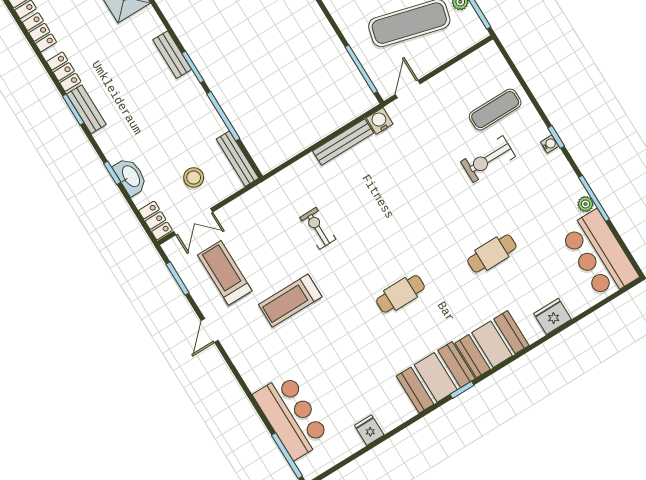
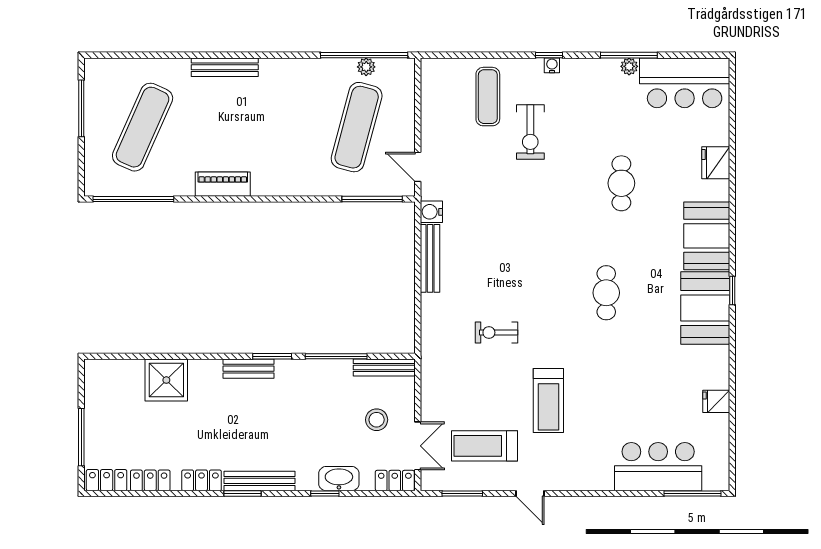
bench: (86, 109) -> (259, 481), width x1.36

